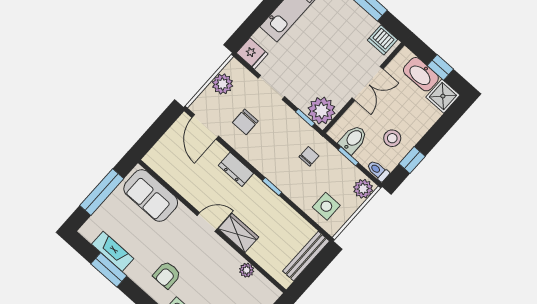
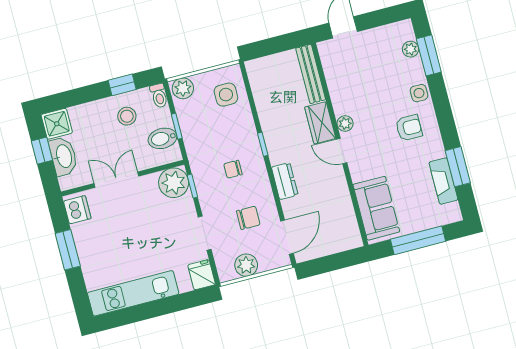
chair: (309, 156) -> (233, 169), moved
bench: (306, 256) -> (311, 74), moved, turned 90
plant: (247, 270) -> (345, 123), moved

